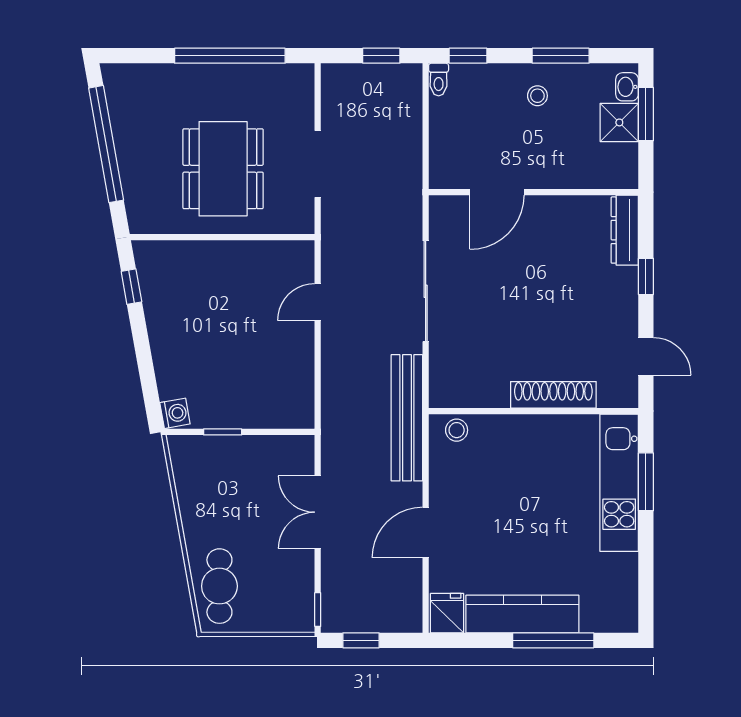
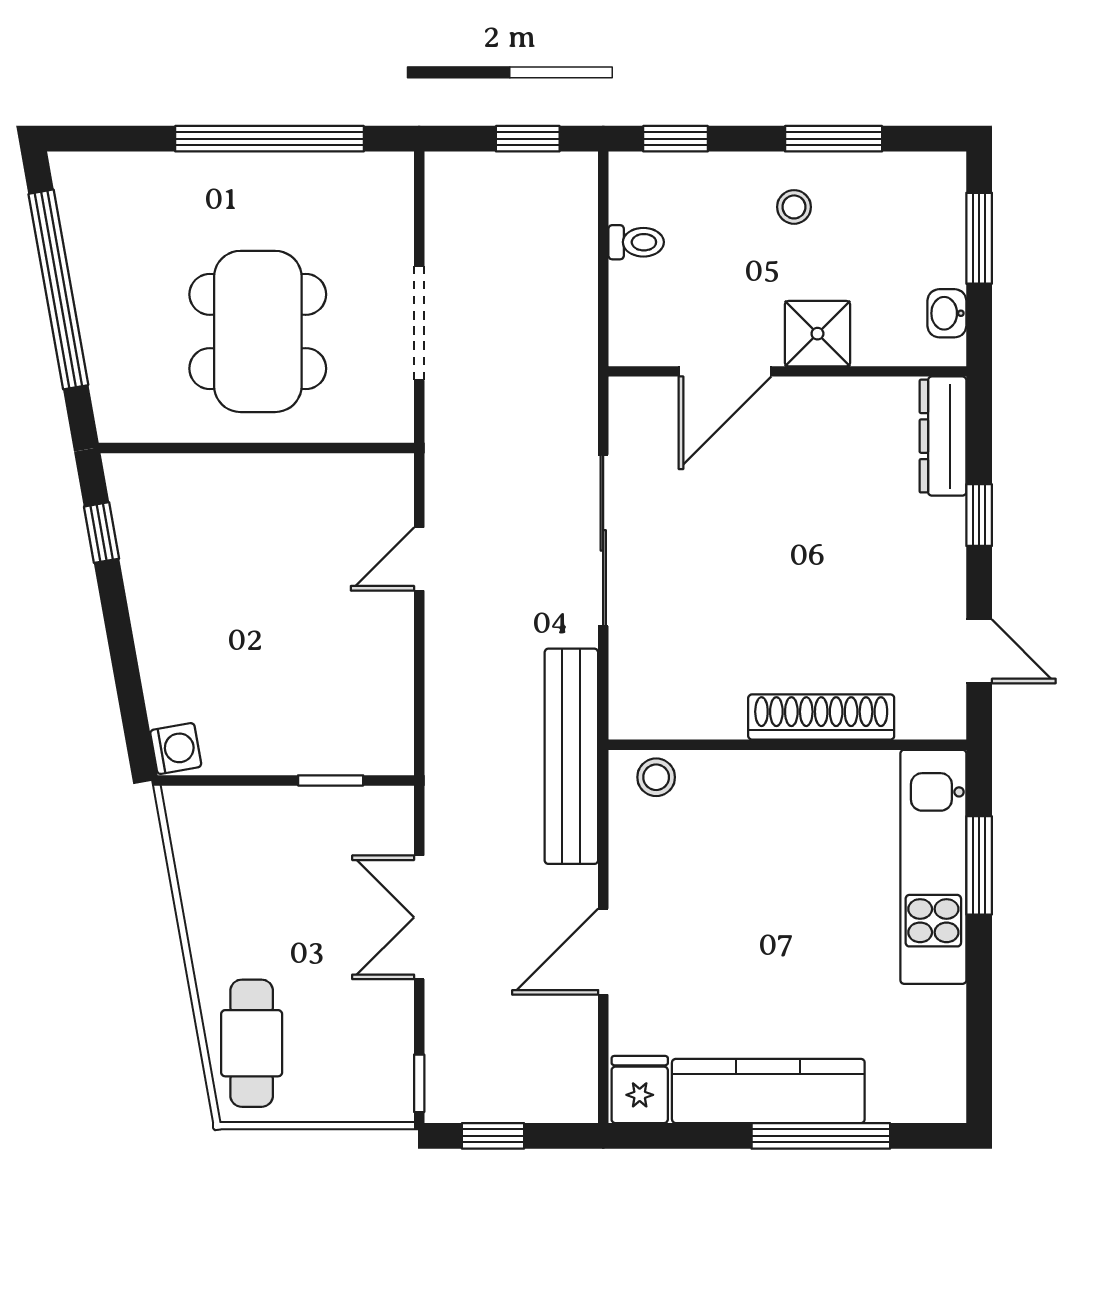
toilet: (439, 79) -> (636, 242), moved, turned -90
washbasin: (627, 87) -> (947, 313), moved
shower: (619, 122) -> (817, 334), moved
window: (223, 432) -> (331, 780), moved

